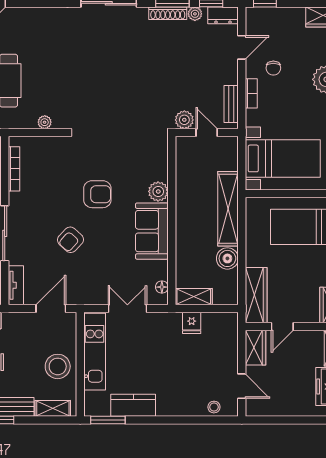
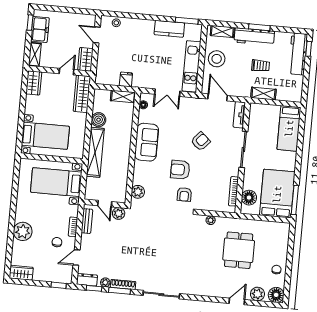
armchair: (88, 157) -> (184, 194), added
plant: (158, 191) -> (138, 192), moved
door: (51, 309) -> (218, 97), swing flipped

